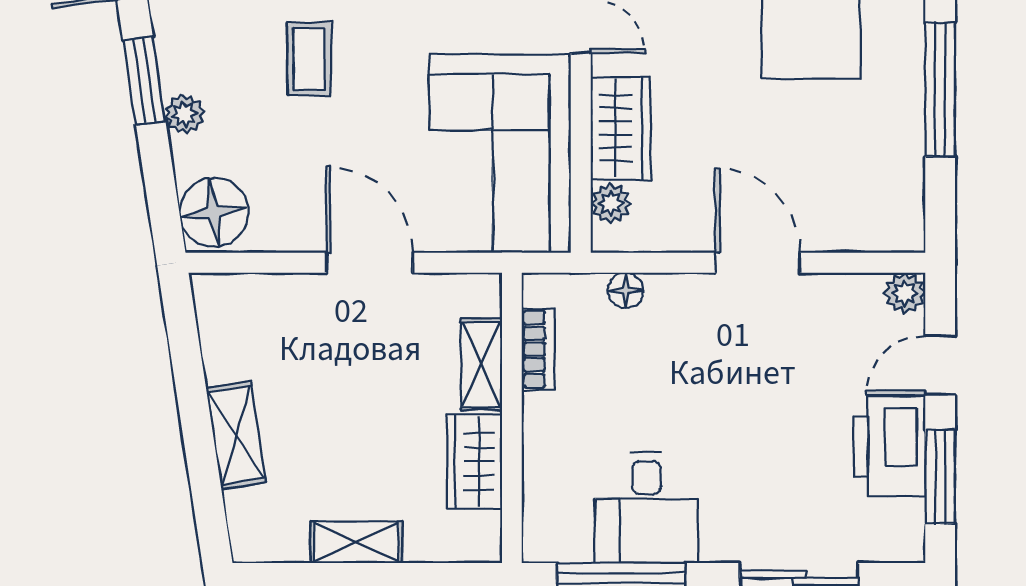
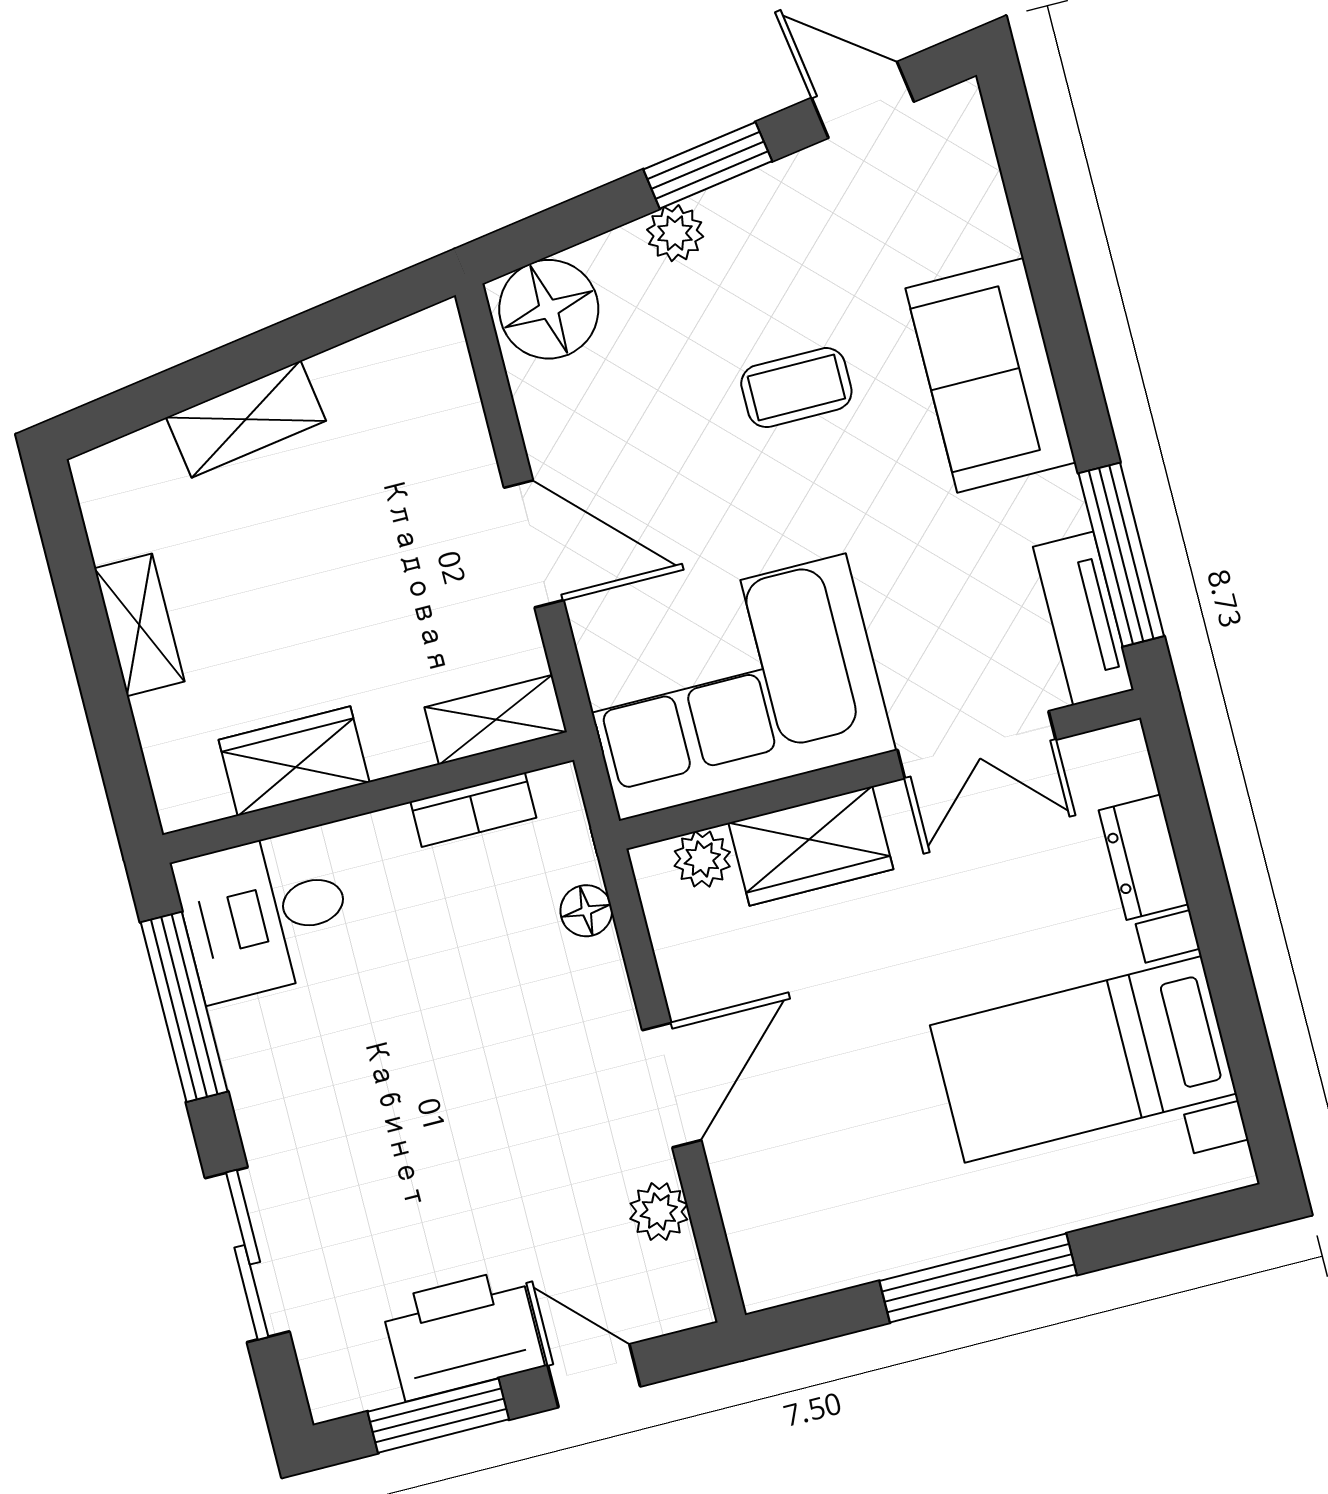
door: (369, 263) -> (534, 544), hinge flipped
plant: (905, 293) -> (659, 1212), moved
shelving: (481, 364) -> (496, 720), moved
desk: (646, 508) -> (265, 915), moved

